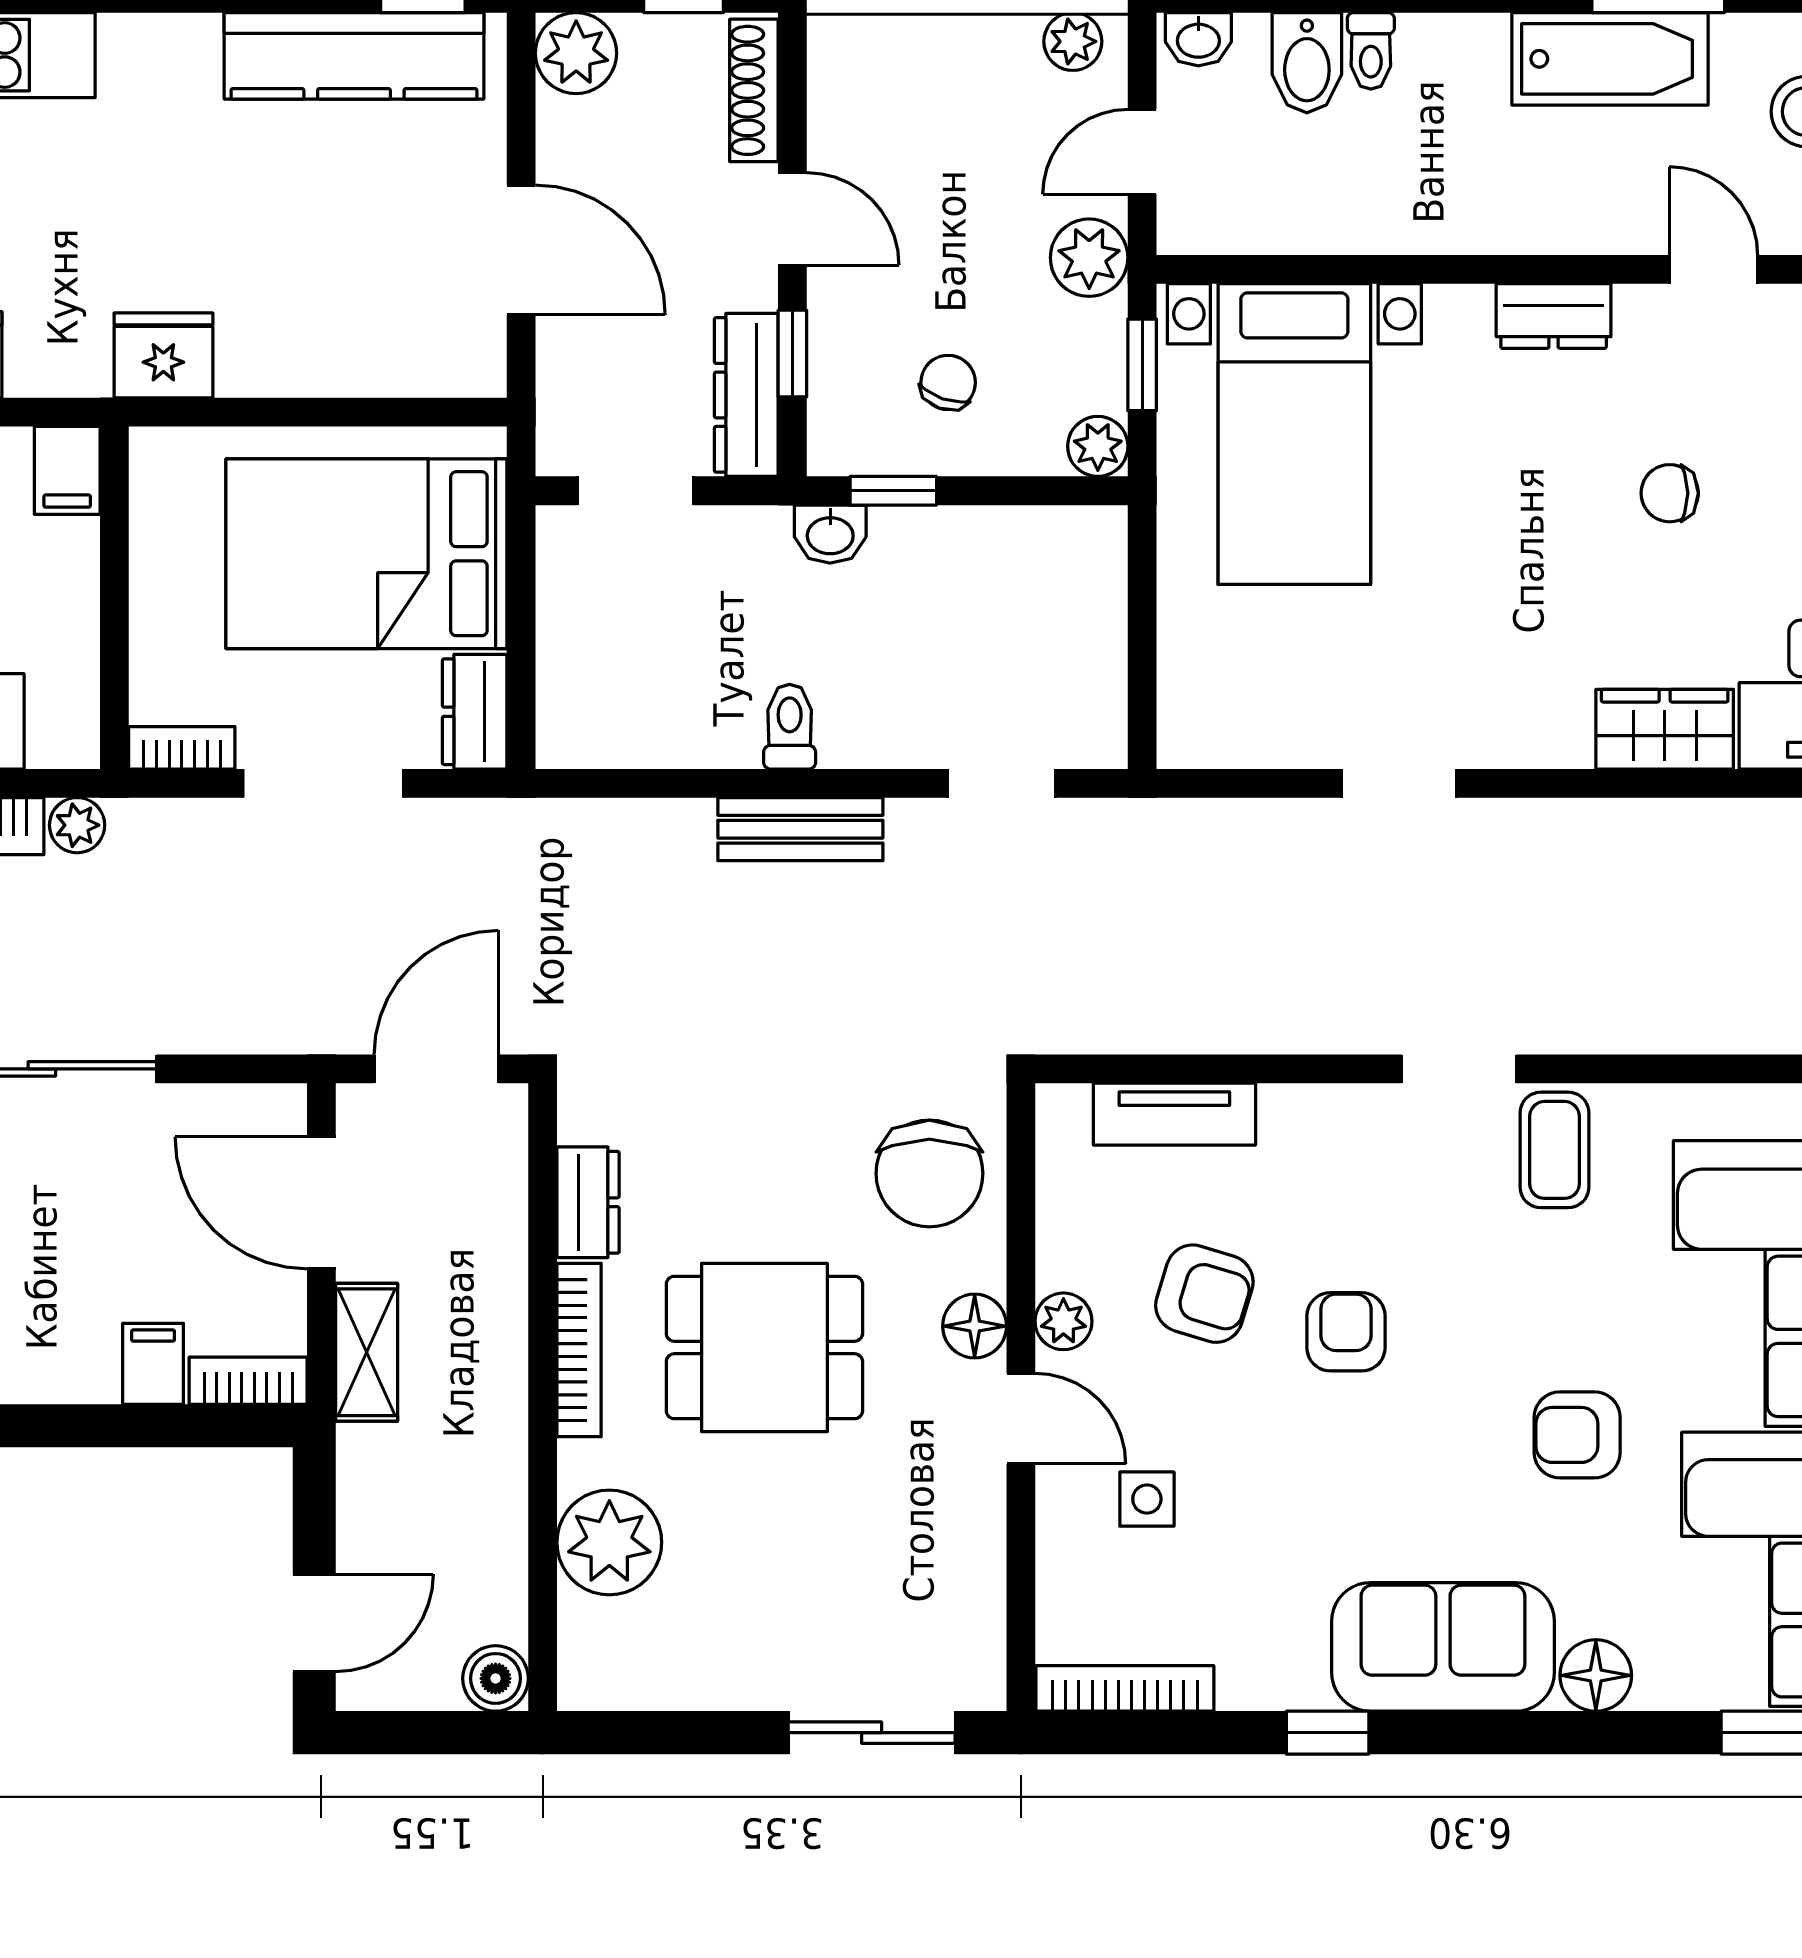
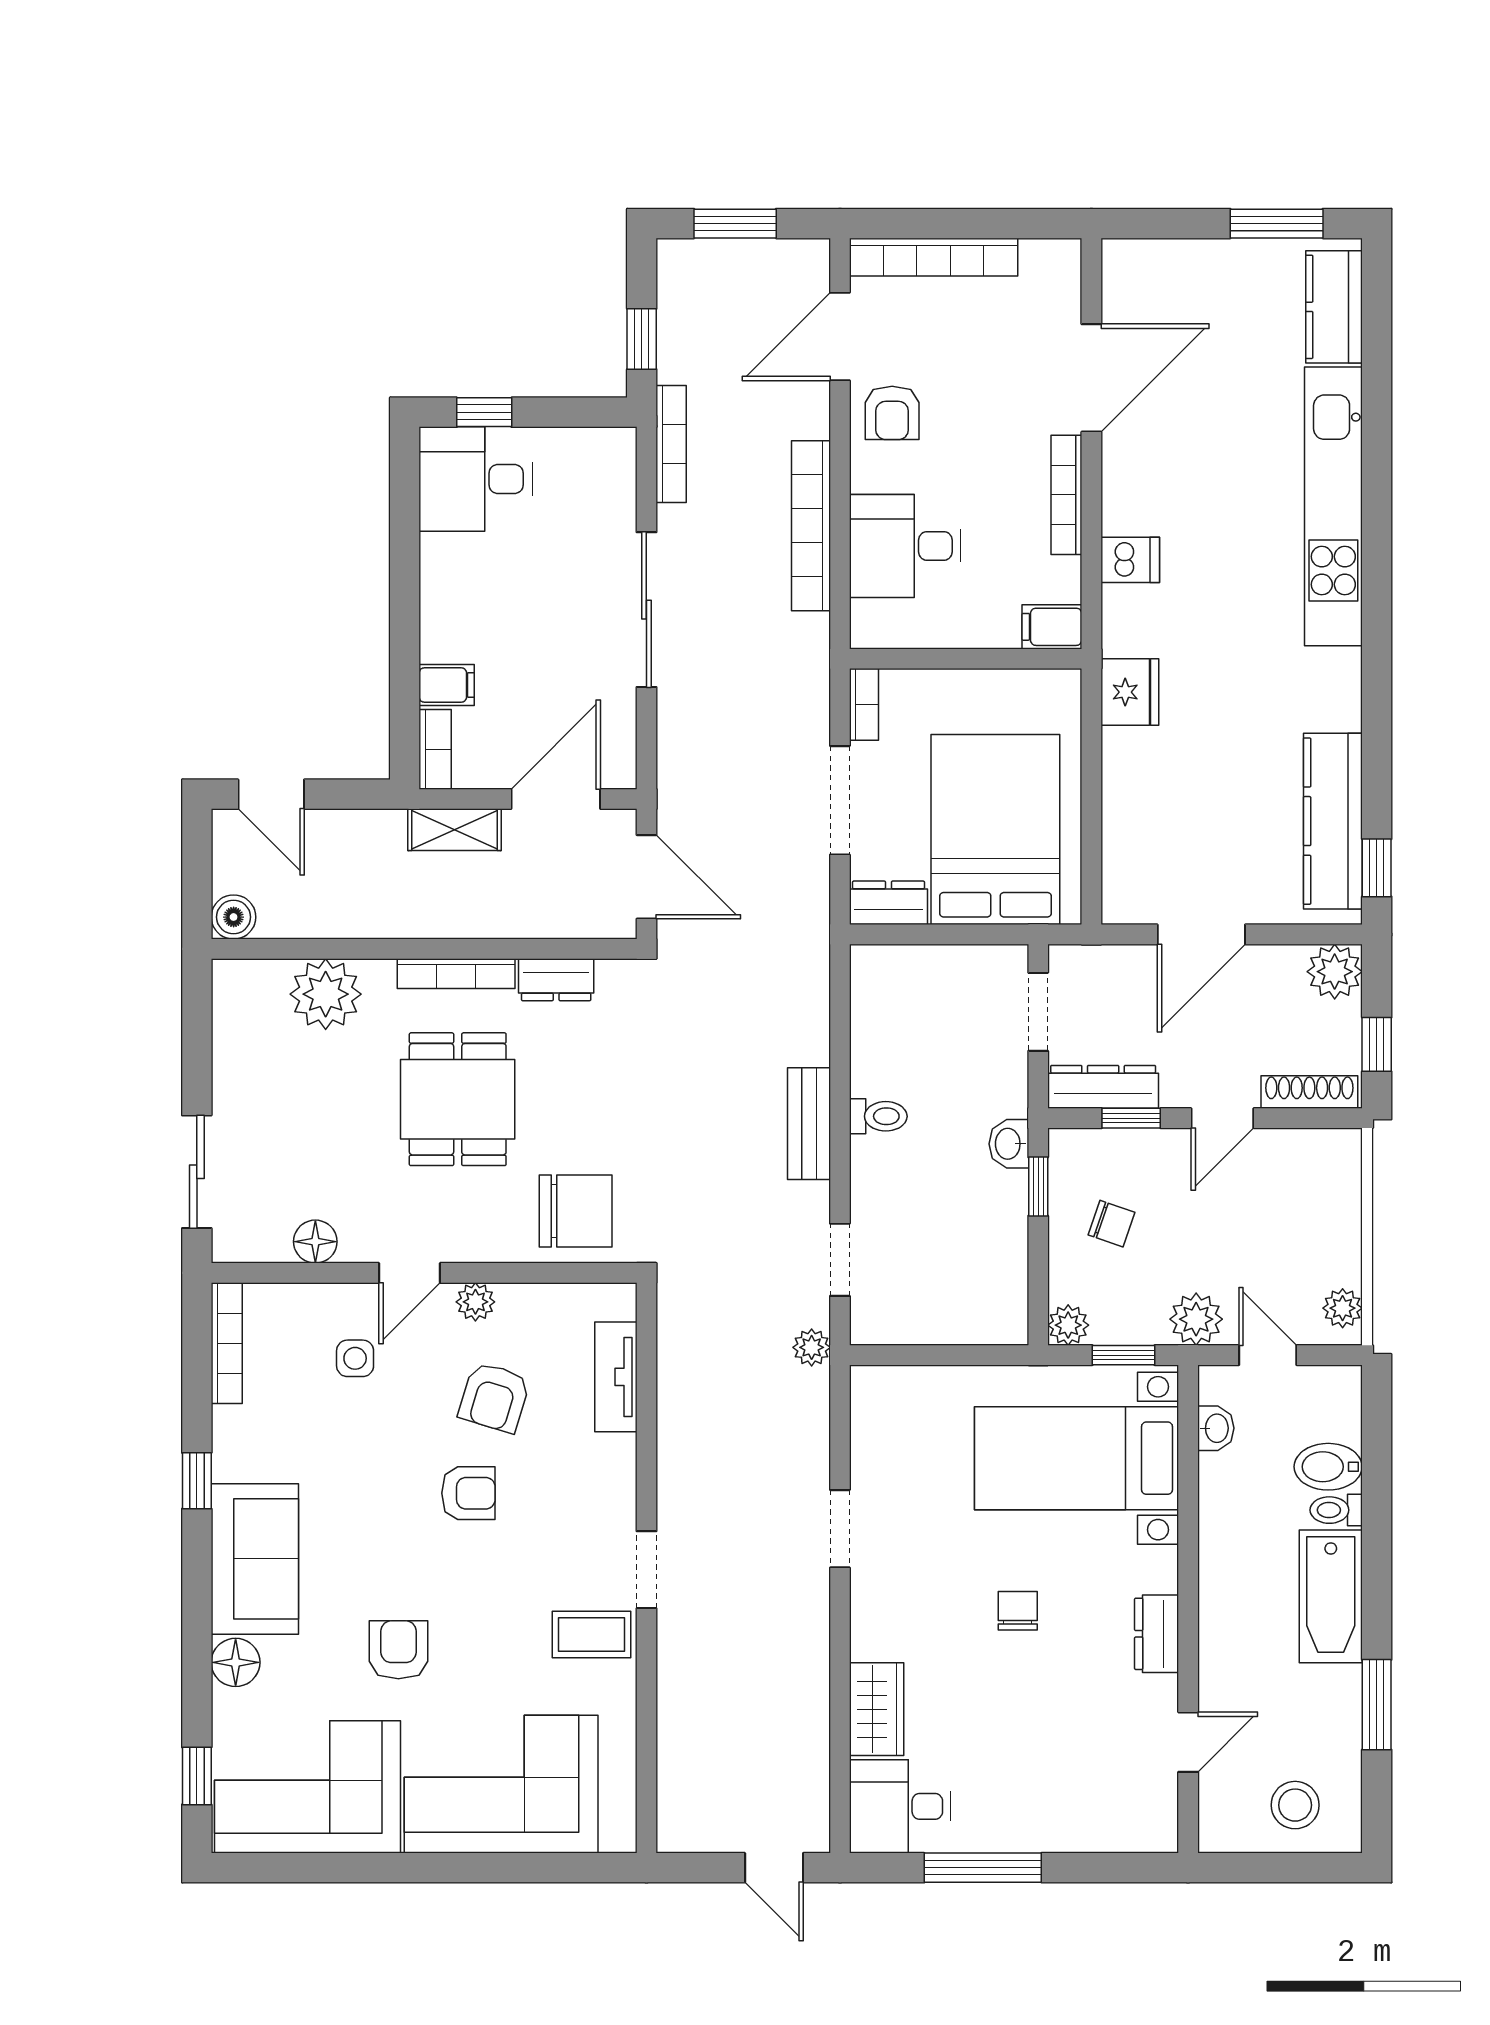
washbasin: (1198, 39) -> (1216, 1428), moved, turned 180
bathtub: (1610, 59) -> (1331, 1596), moved
chair: (1670, 493) -> (1018, 1611), moved
plant: (77, 825) -> (812, 1347), moved
chair: (929, 1173) -> (576, 1211), turned 180
floor lamp: (975, 1326) -> (315, 1242), moved

